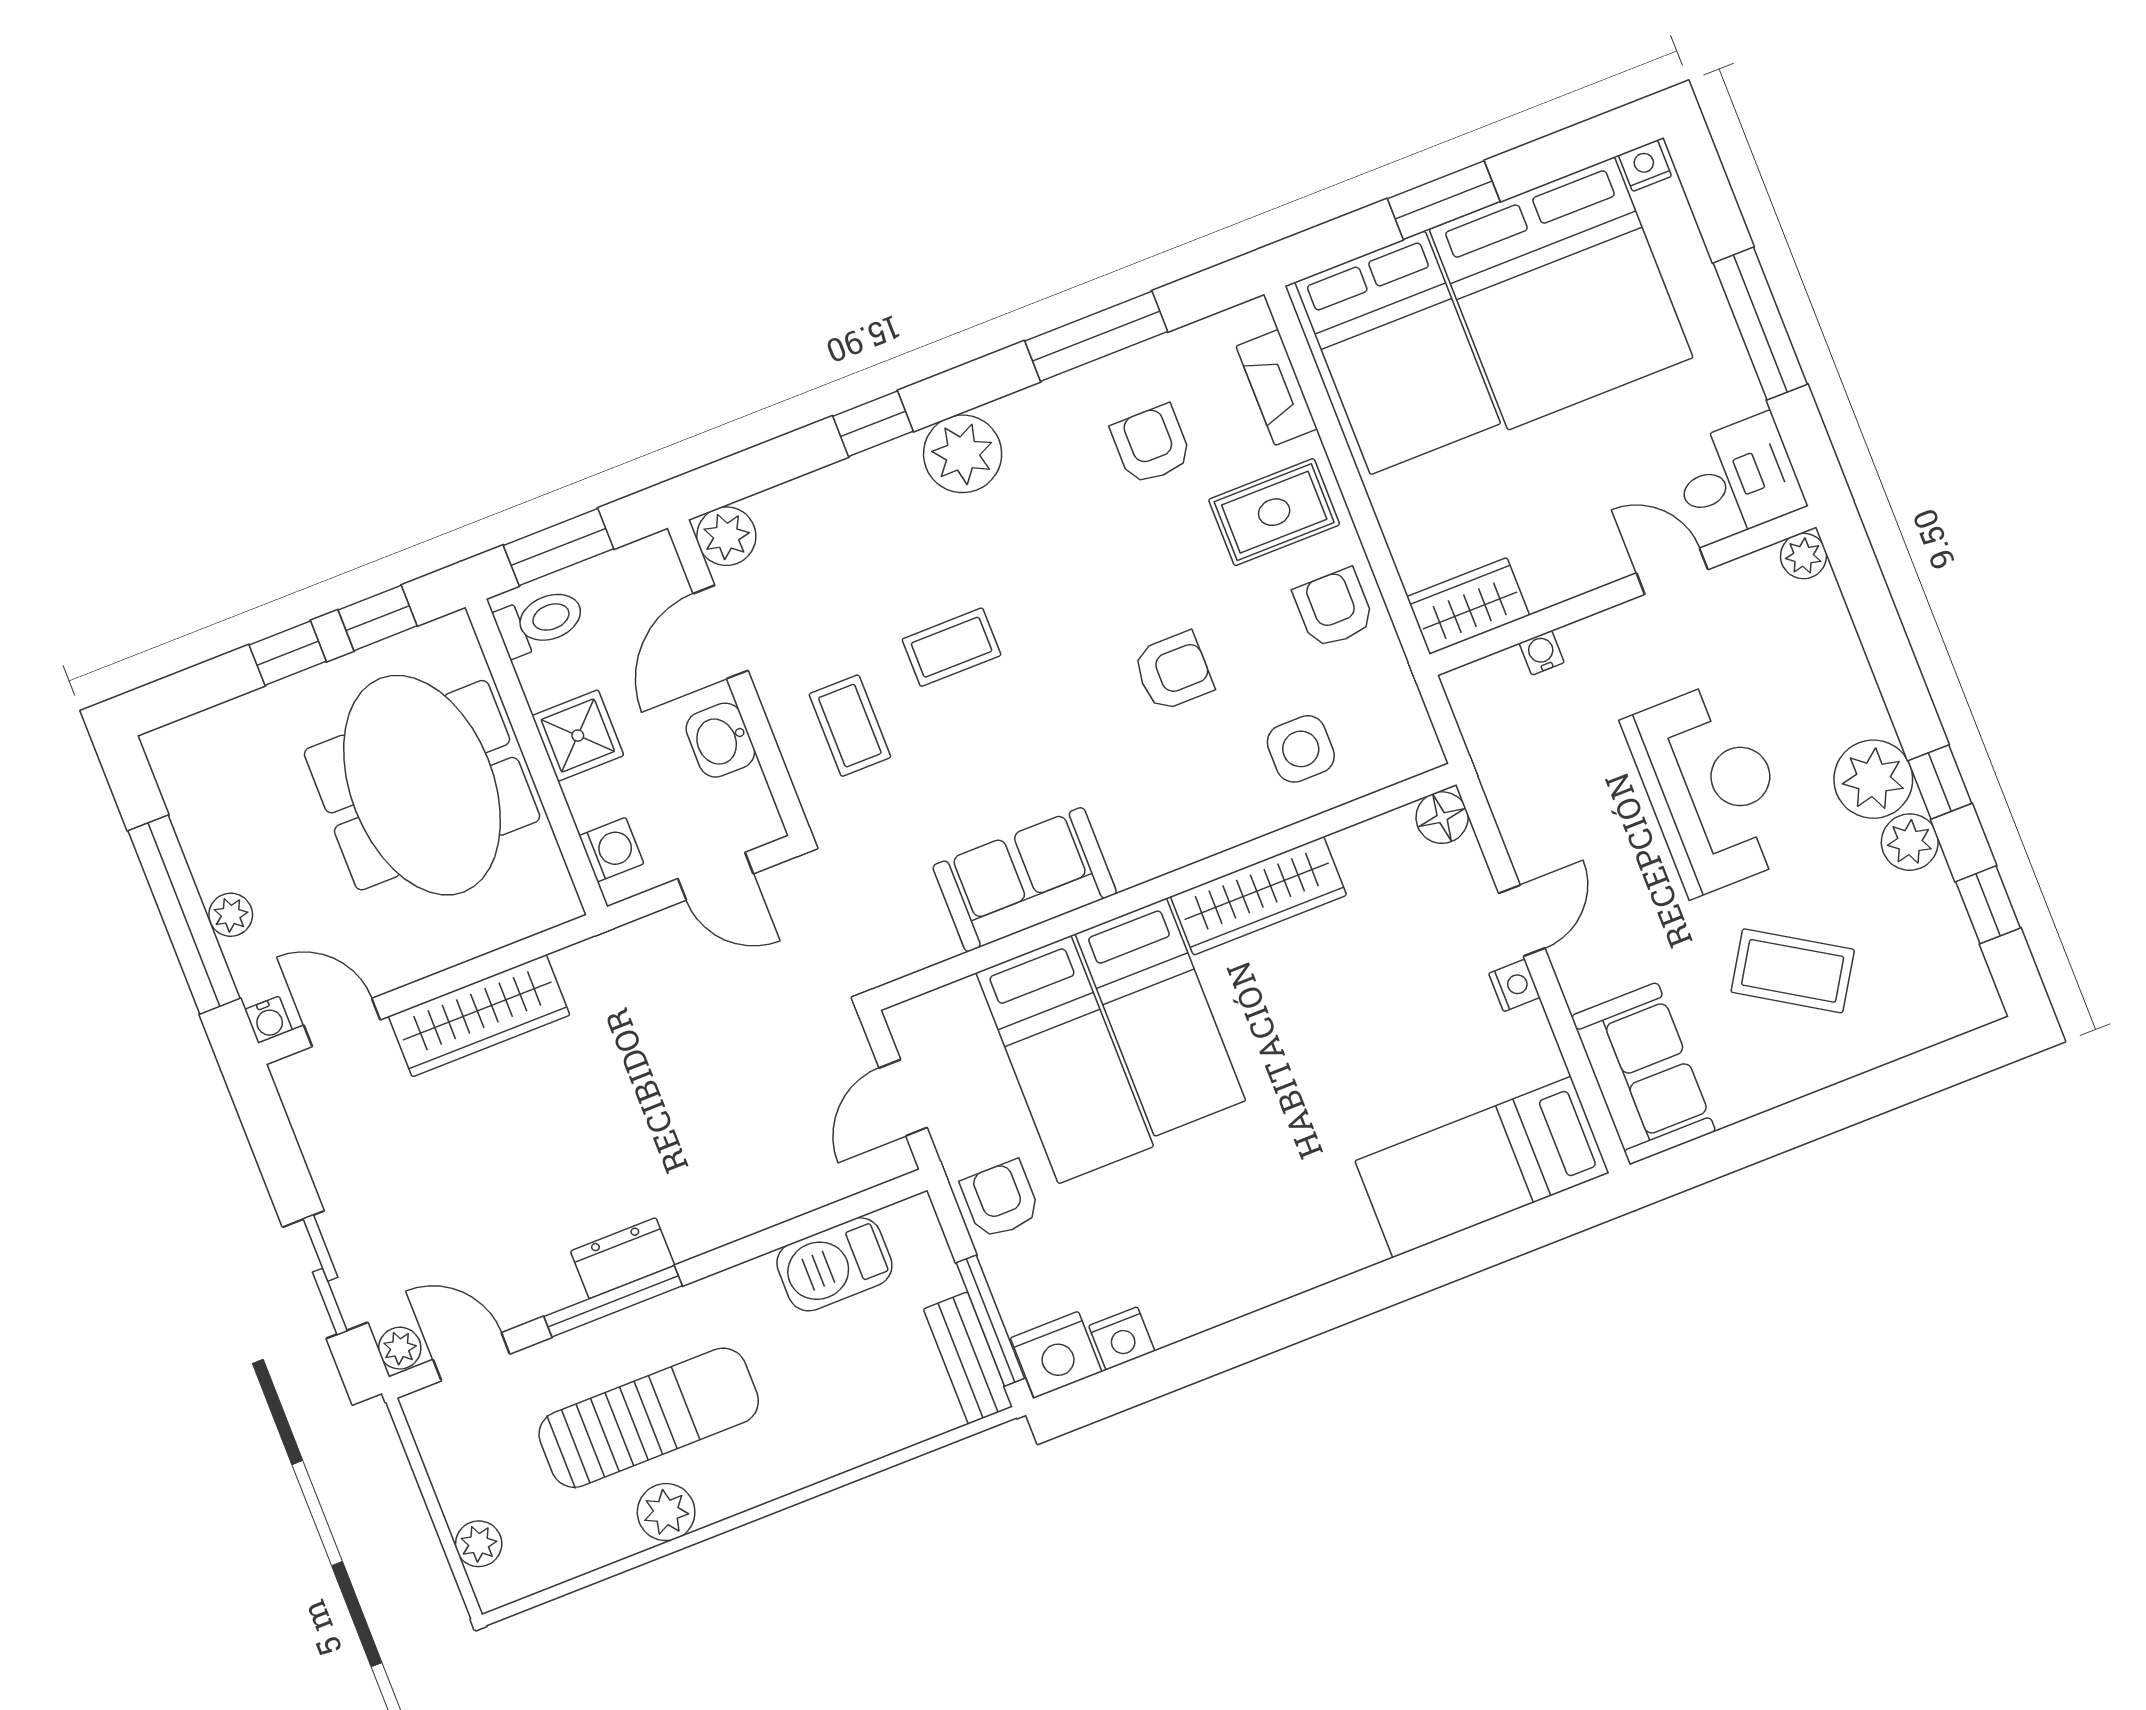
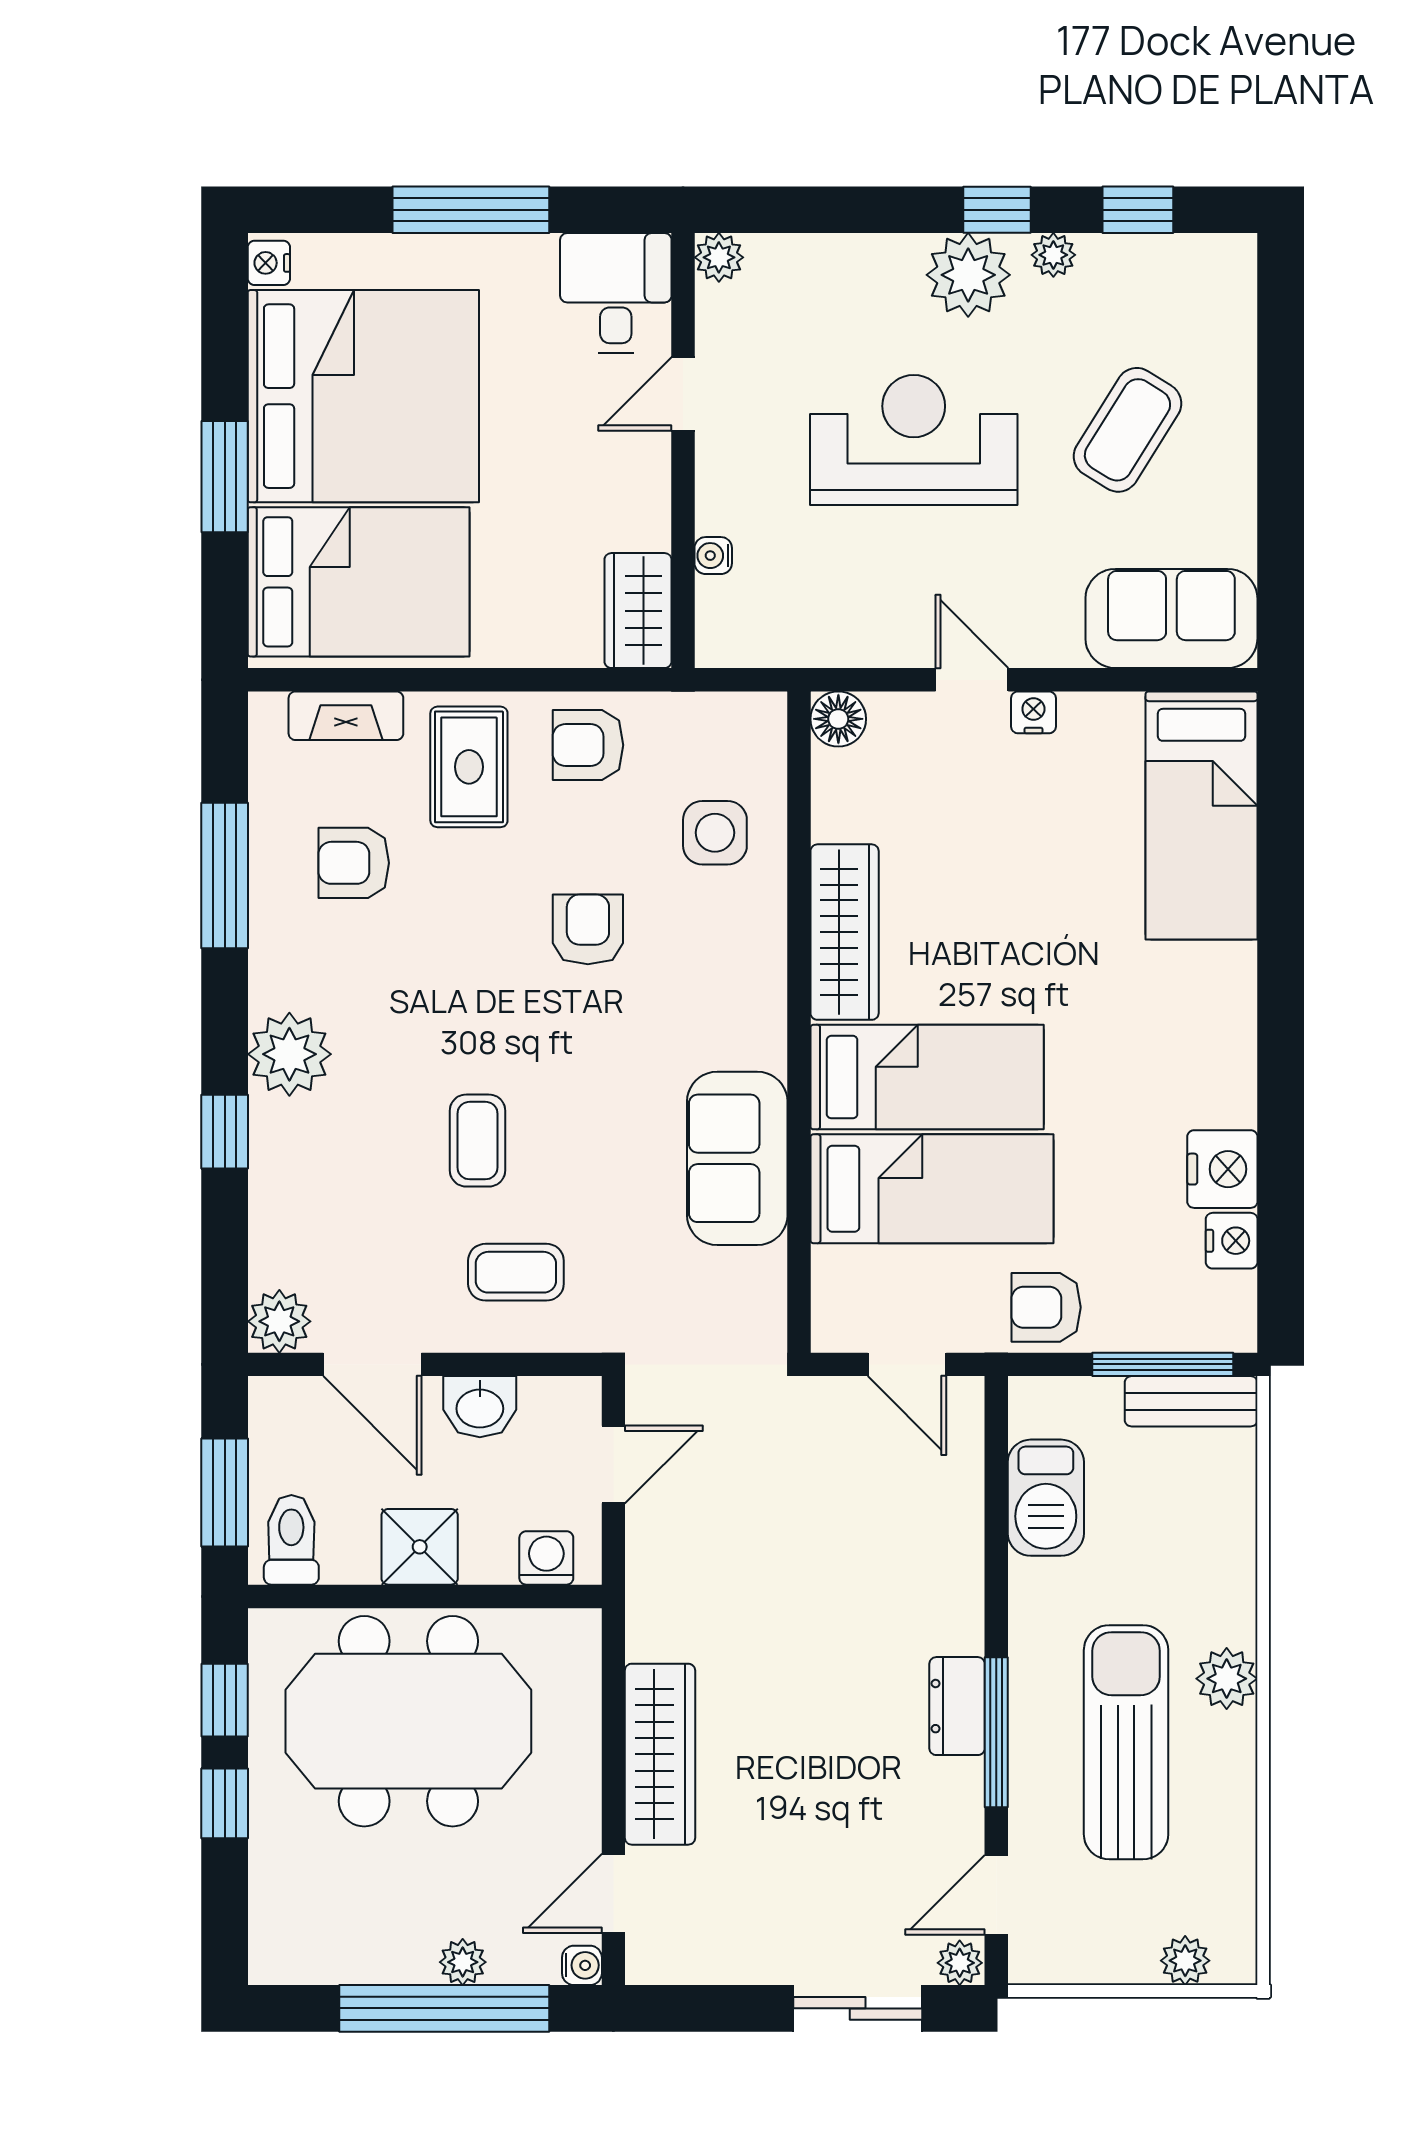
plant: (1910, 842) -> (1053, 255), width x0.73, depth x0.73
nightstand: (1056, 1355) -> (1222, 1169), moved
plant: (666, 1512) -> (1227, 1679), moved

